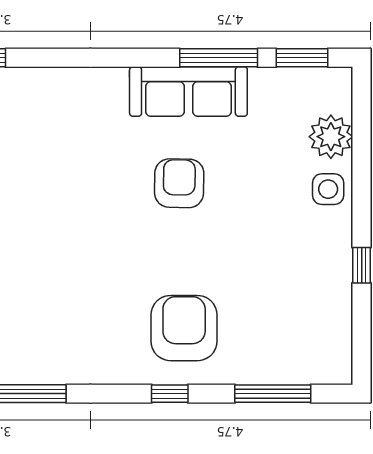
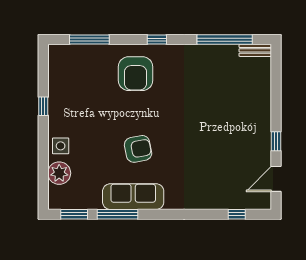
armchair: (179, 183) -> (138, 149), turned -102
window: (170, 394) -> (157, 40), moved

